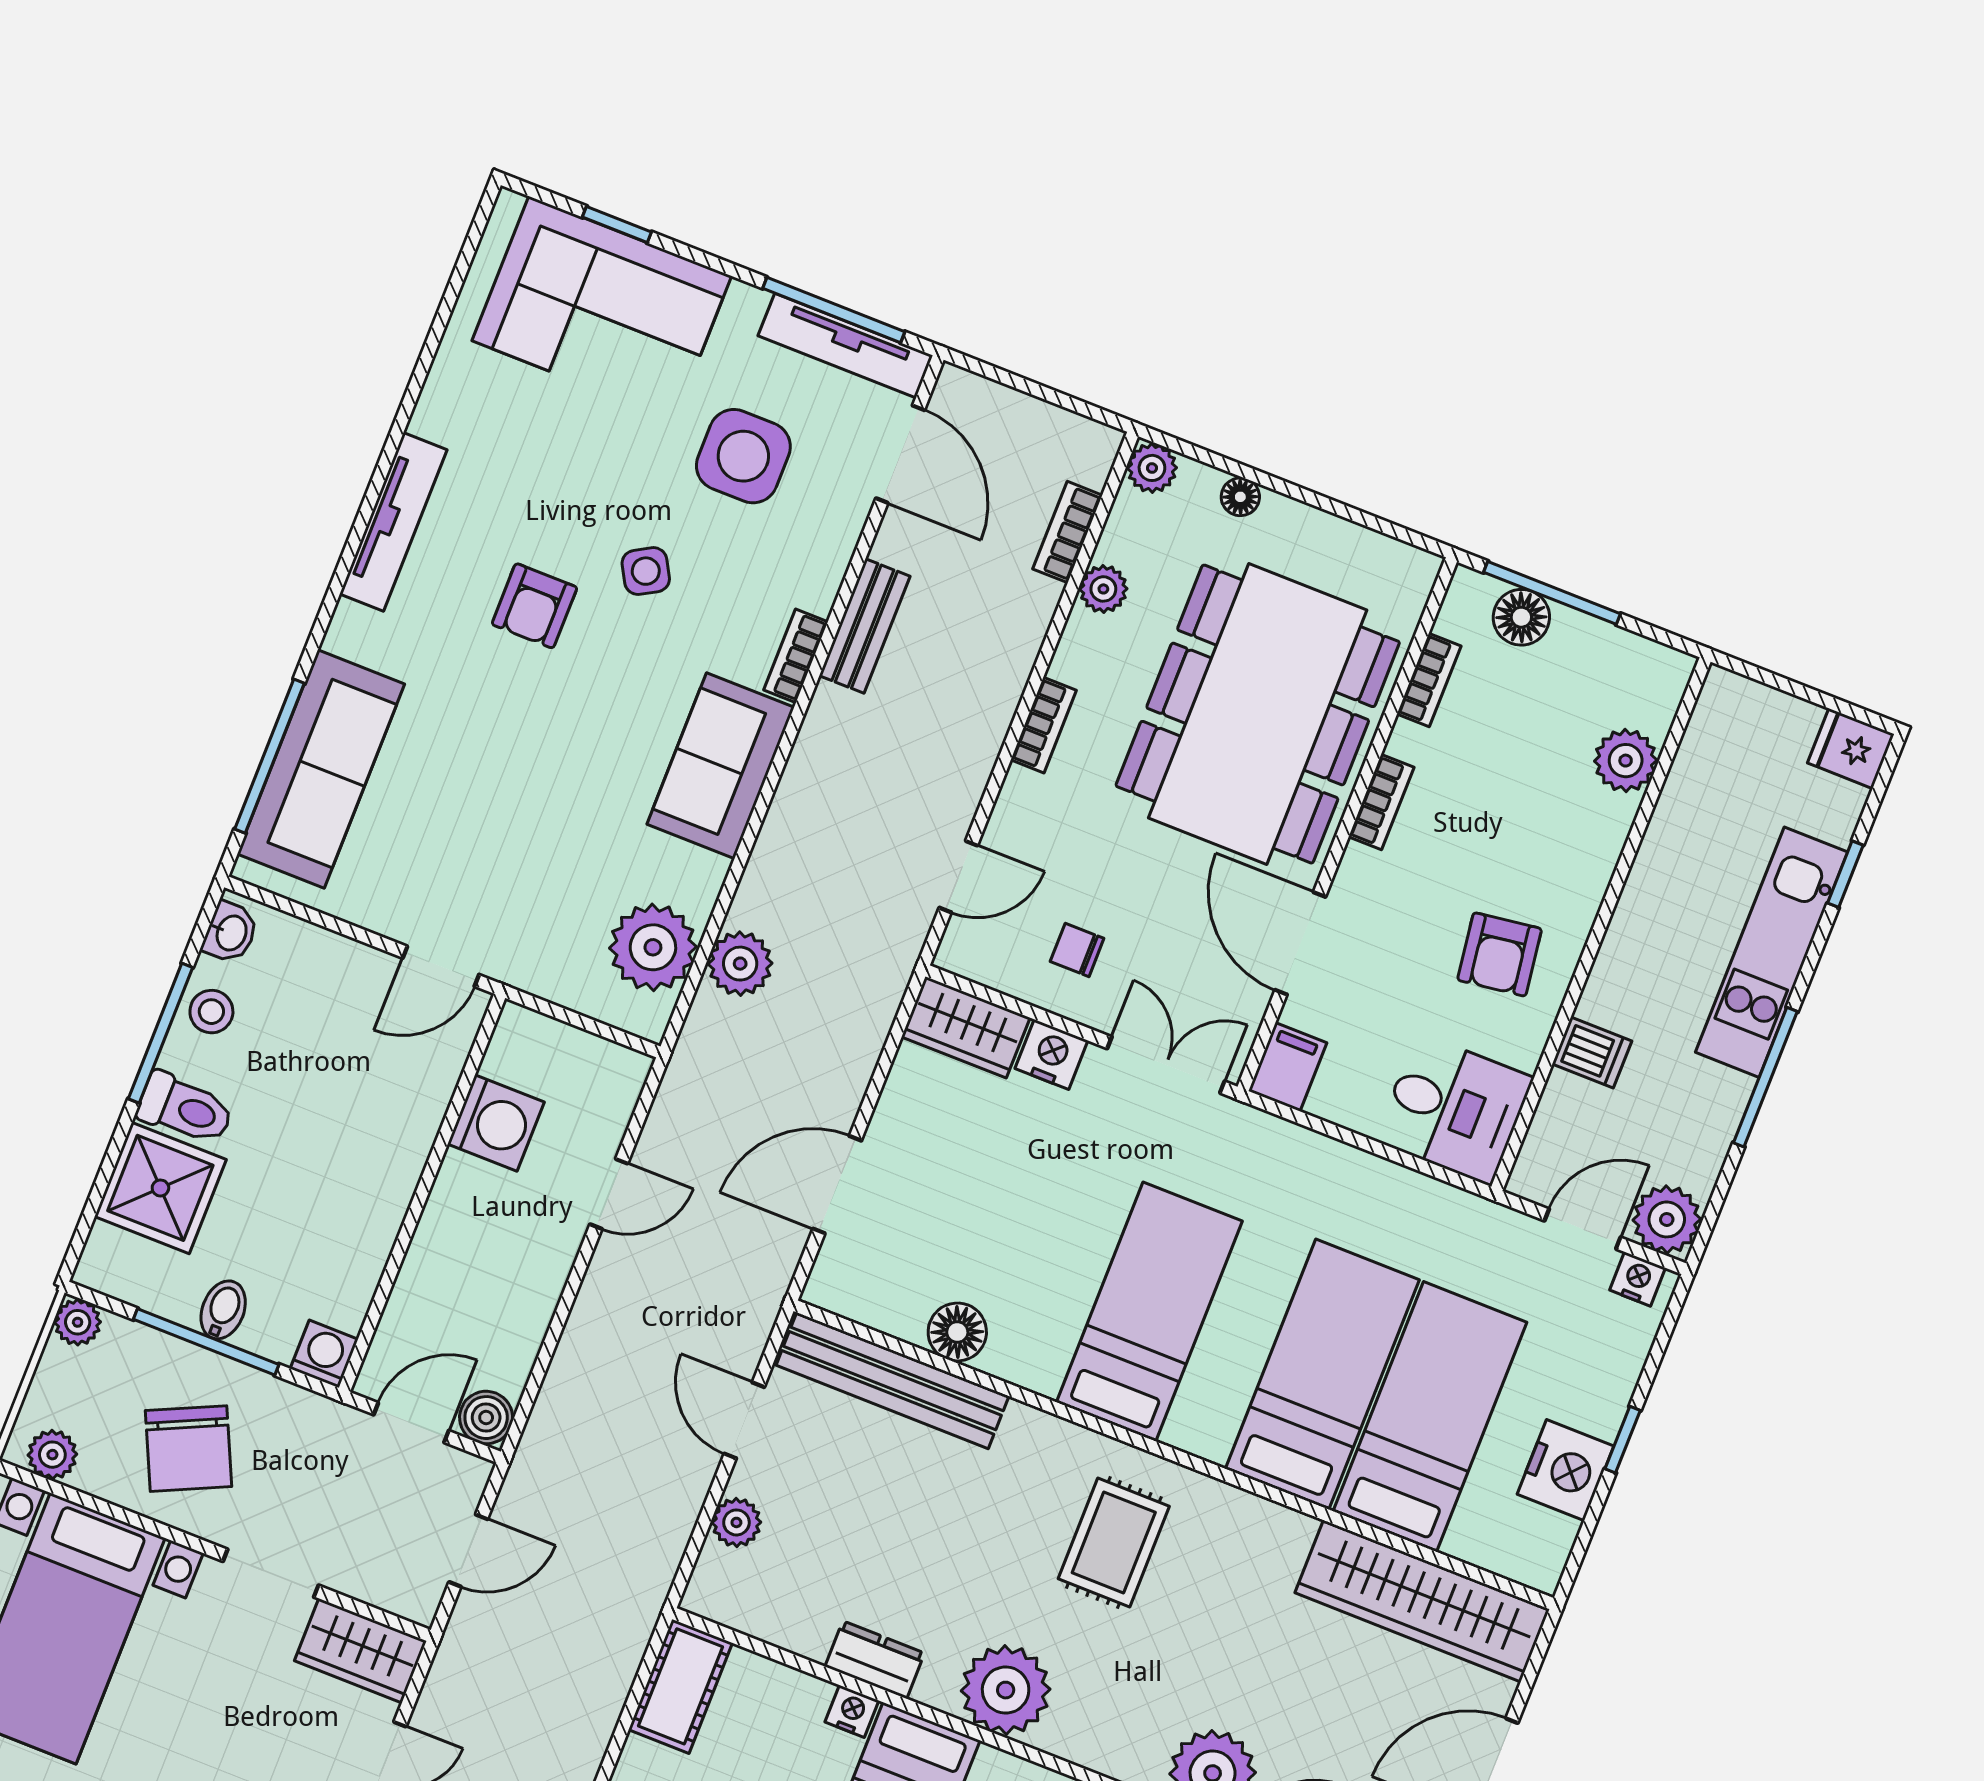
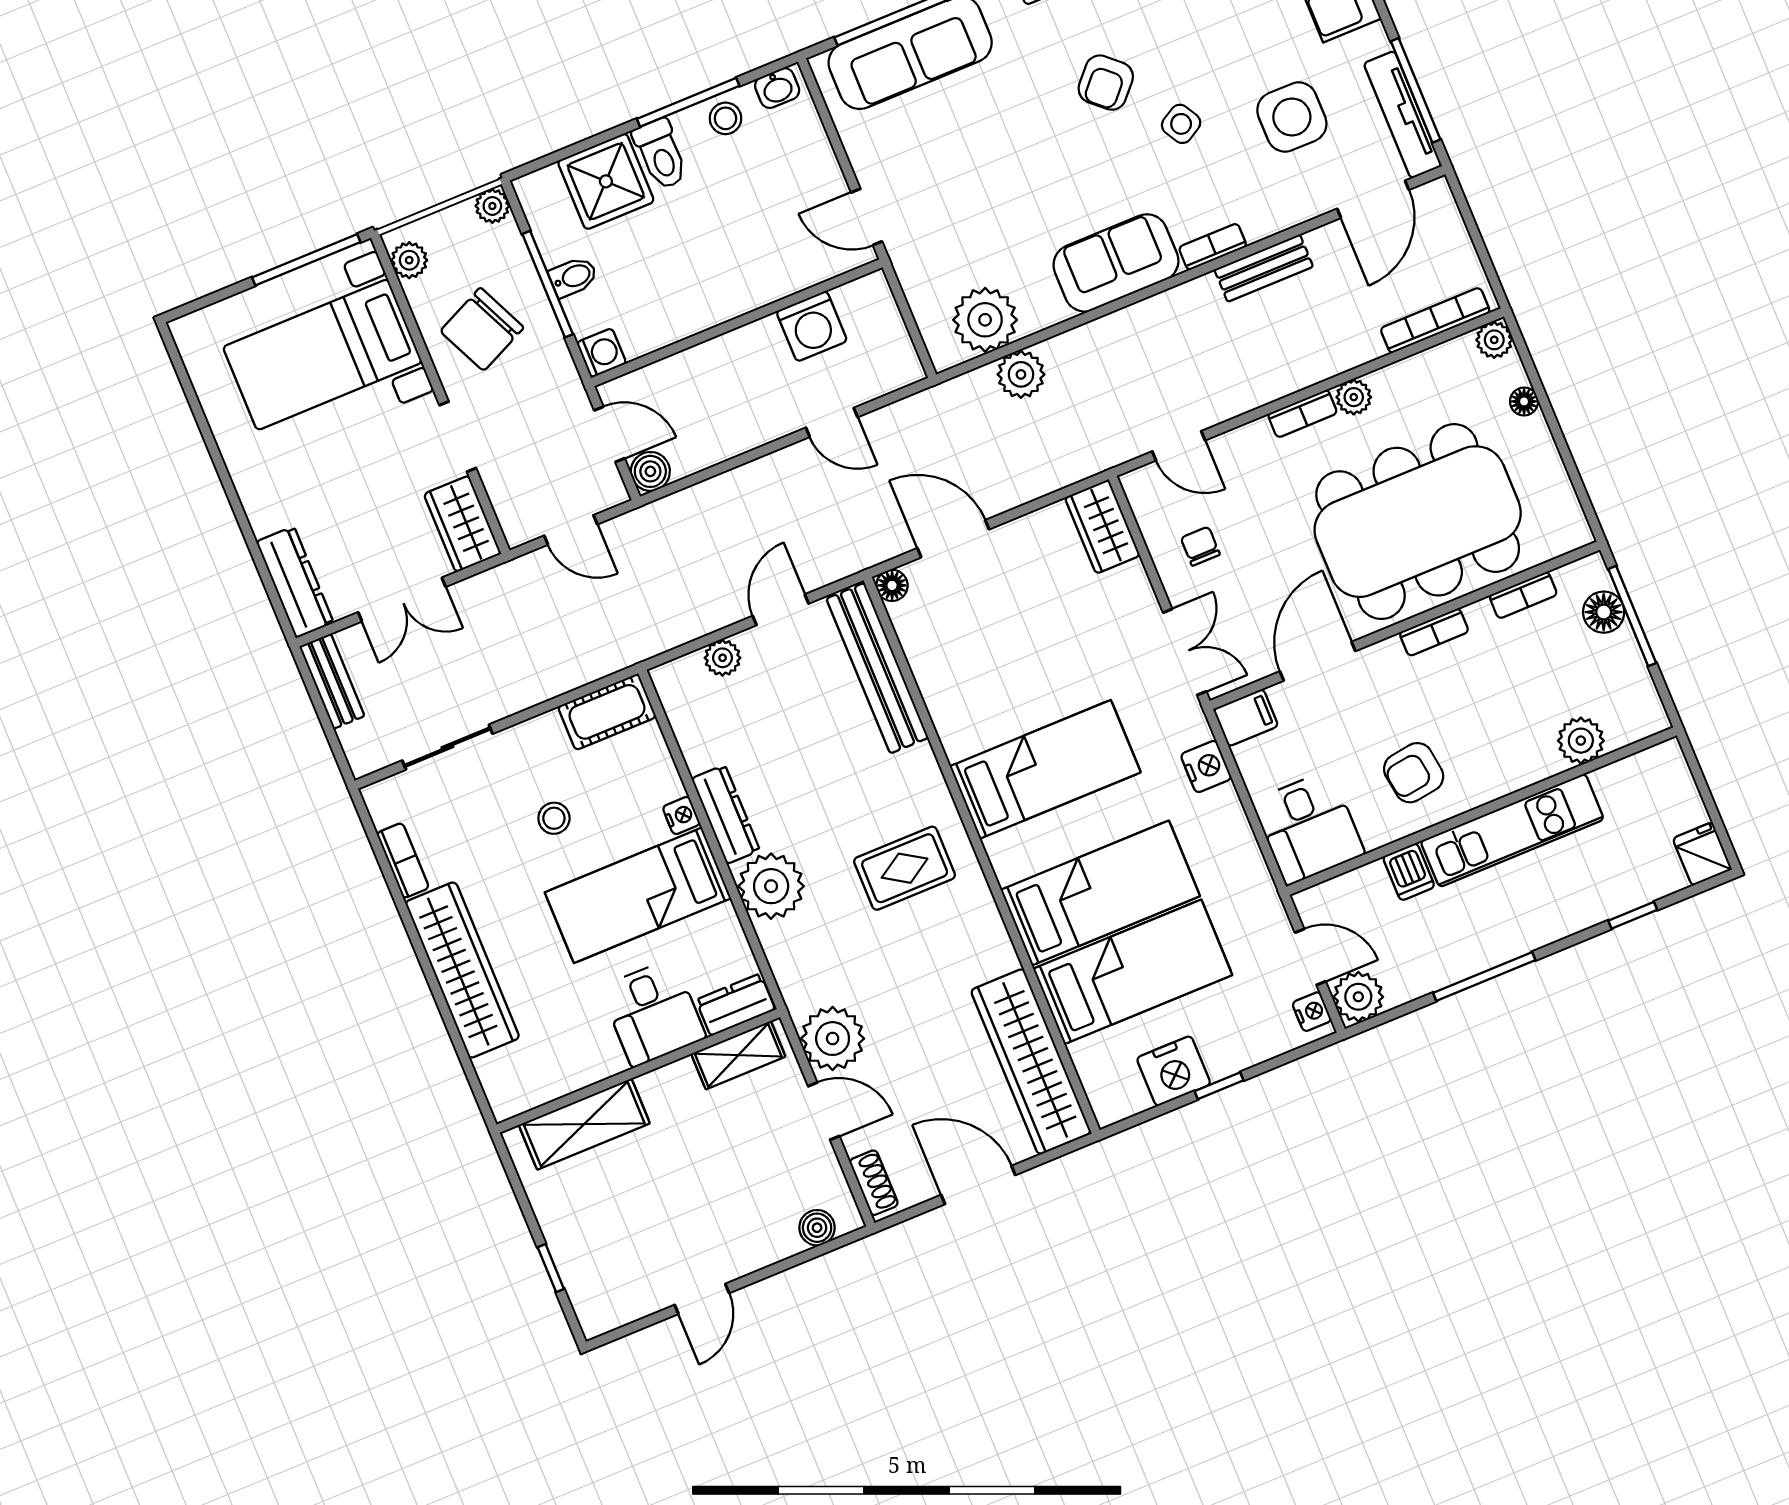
bookcase: (1068, 532) -> (1435, 320), width x1.56
plant: (1103, 589) -> (1354, 397), moved
armchair: (534, 606) -> (1106, 83), turned -48
kitchen unit: (1772, 952) -> (1512, 830), moved, turned 180
nightstand: (1051, 1054) -> (1206, 766), moved
floor lamp: (957, 1332) -> (892, 585), moved, width x0.73, depth x0.73
dresser: (875, 1660) -> (726, 814), width x1.44

